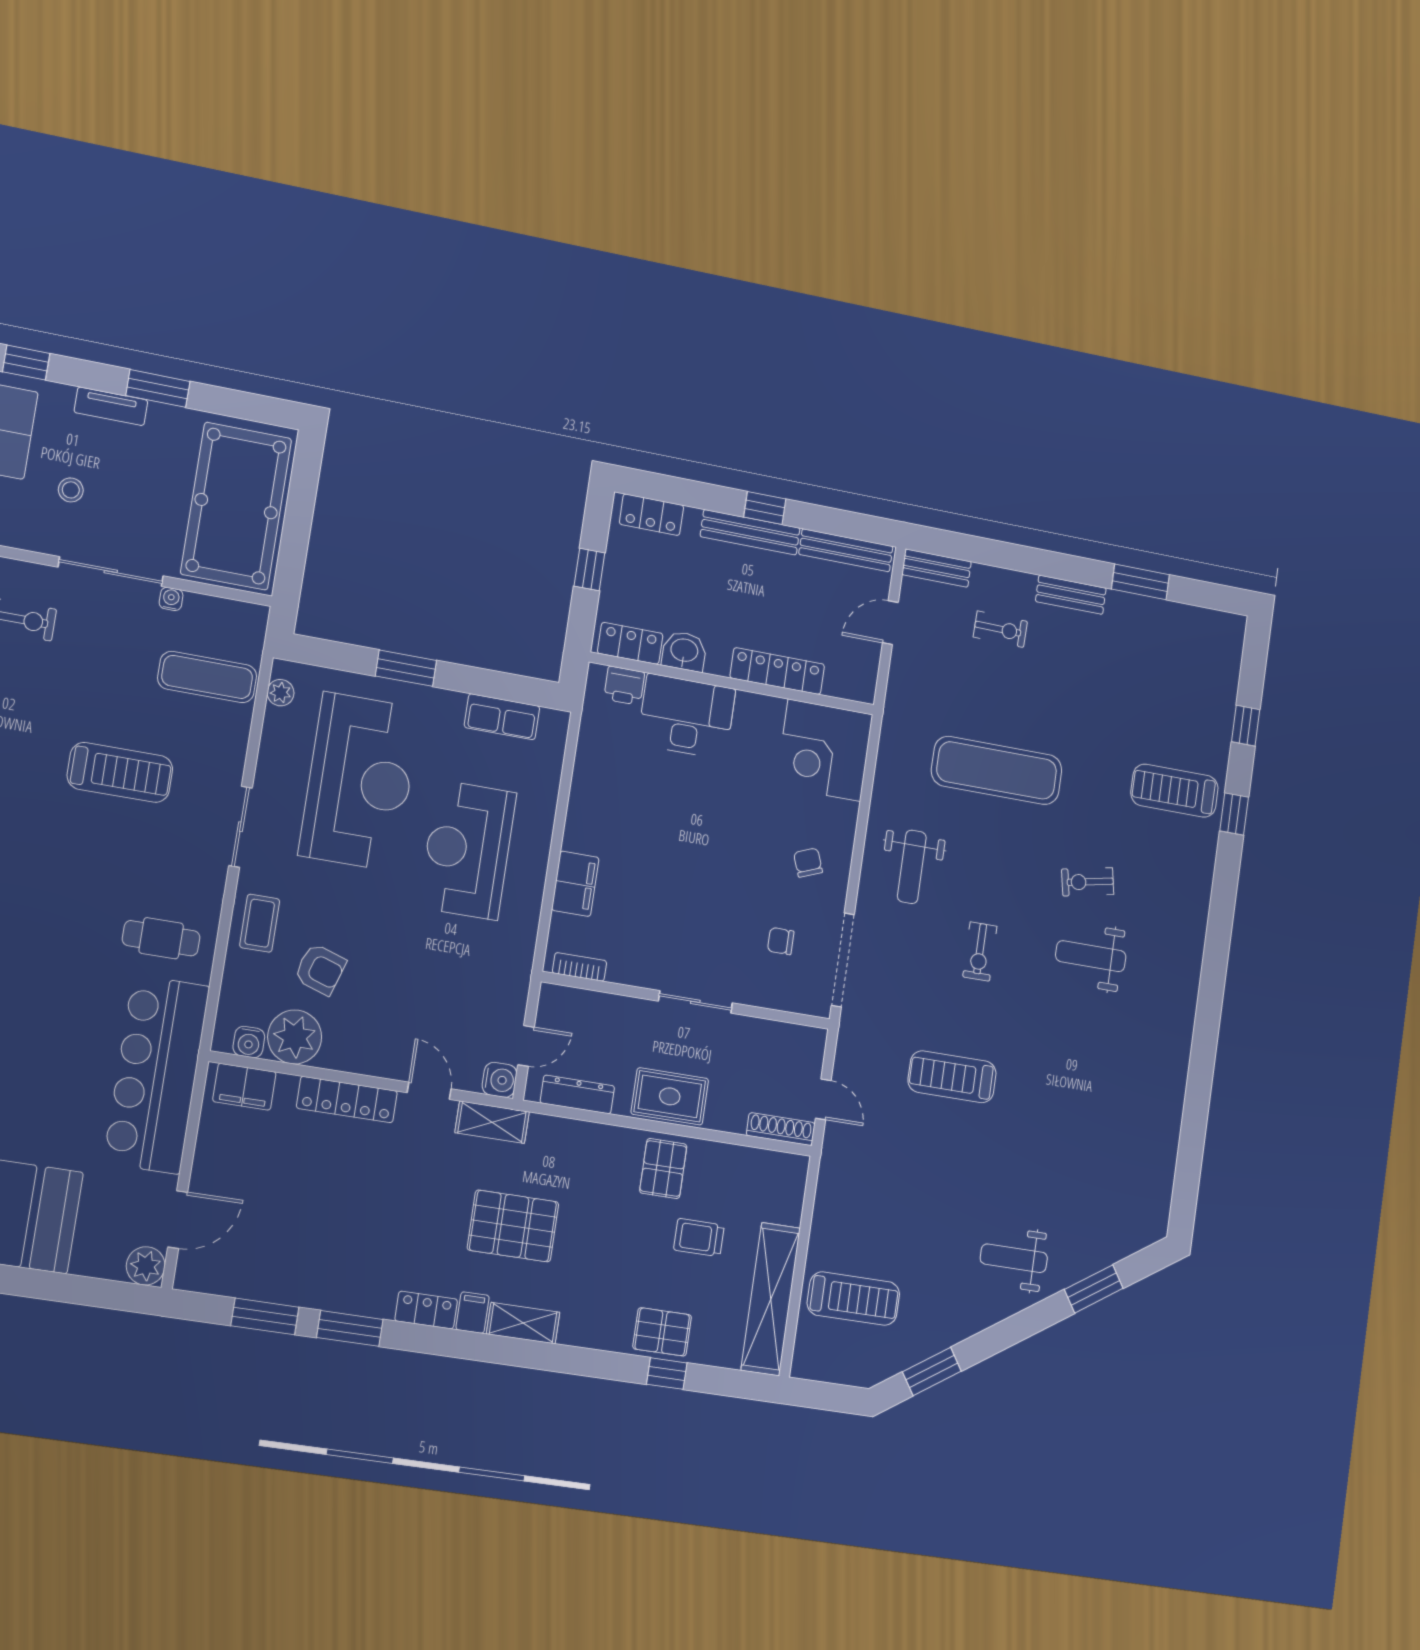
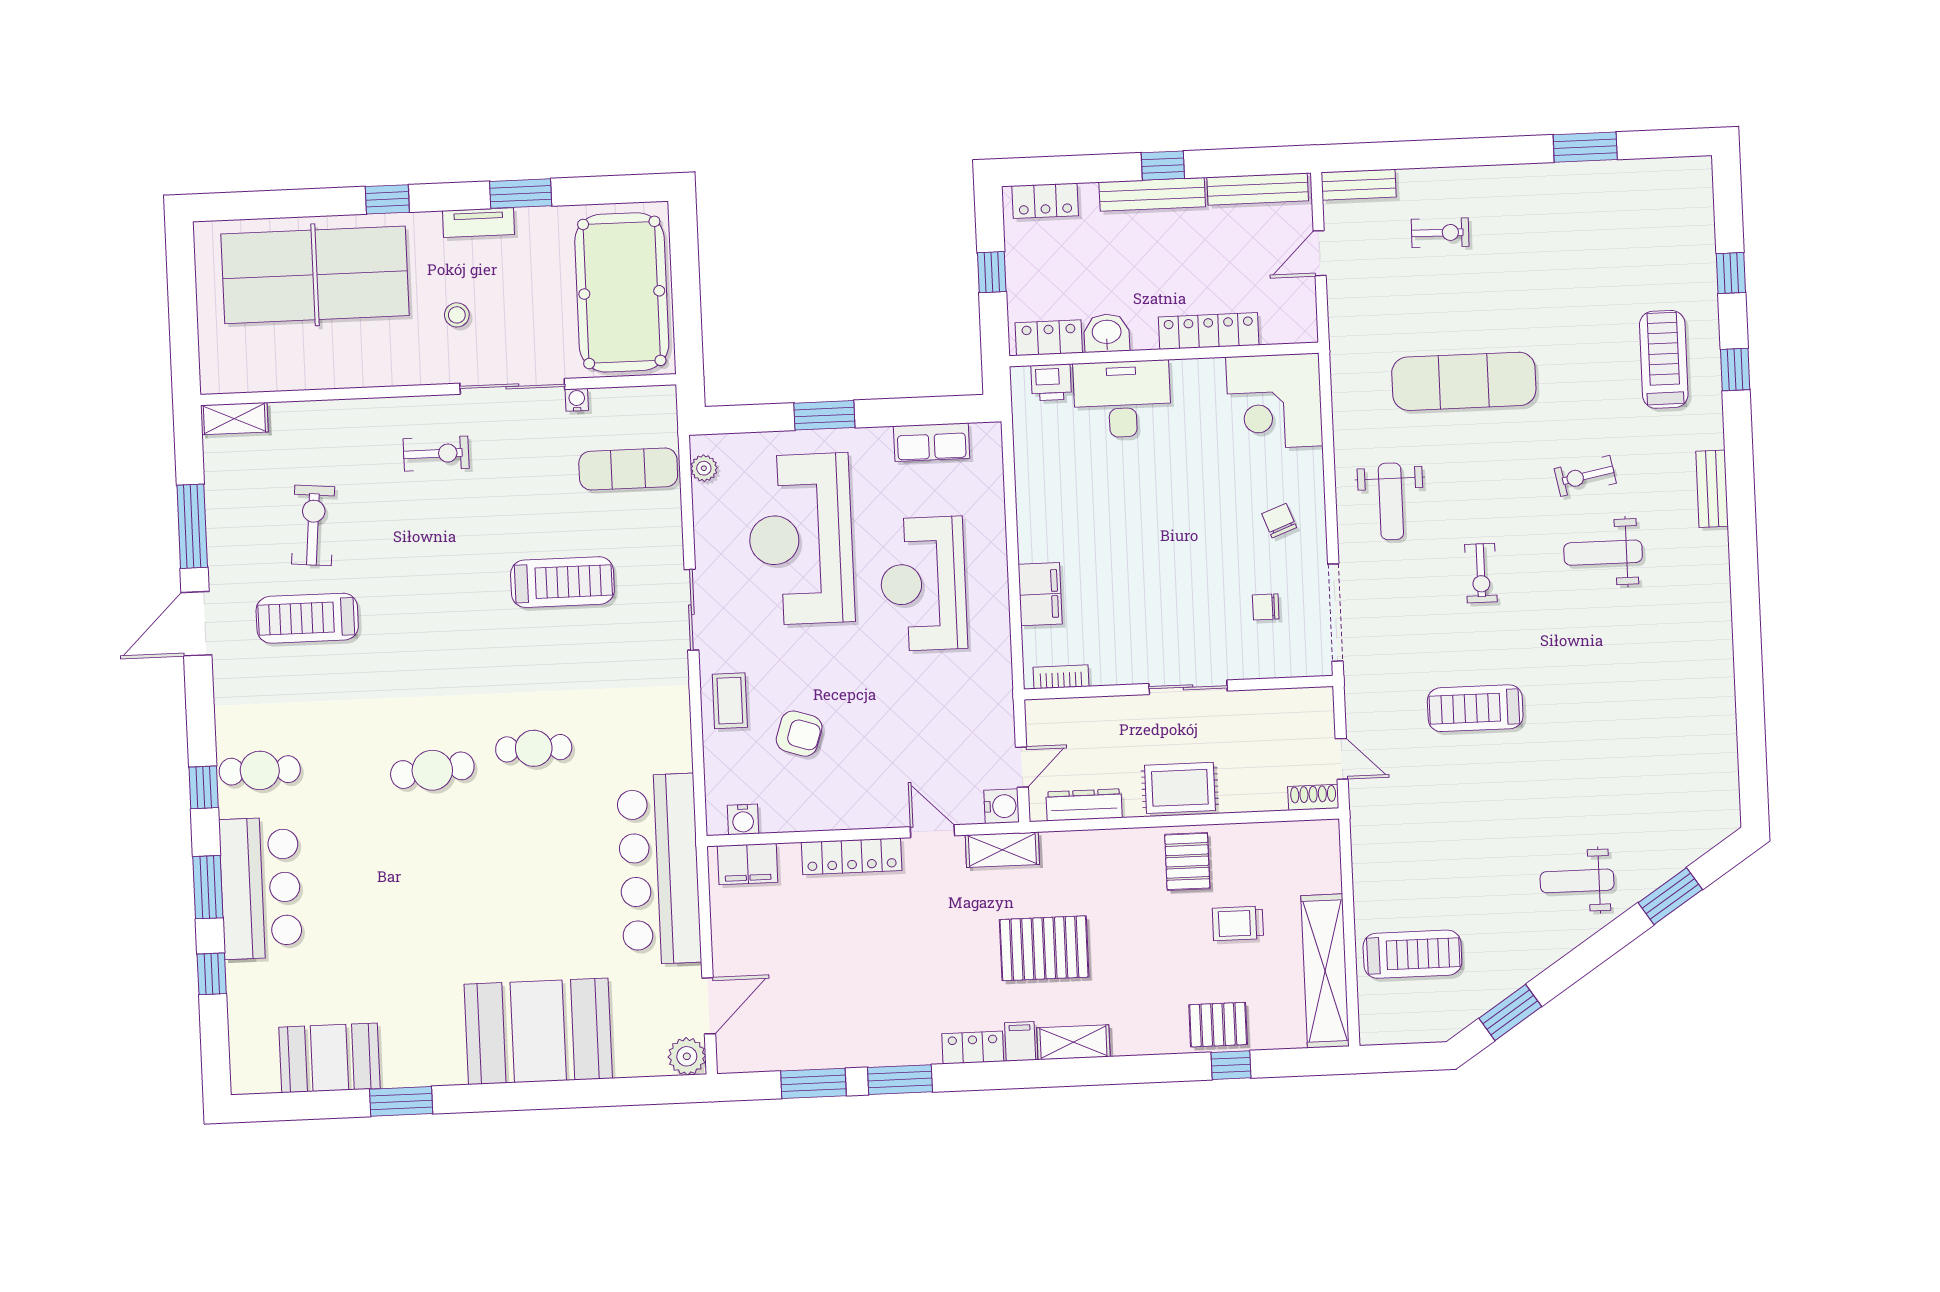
bench: (1071, 595) -> (1712, 489), moved, turned 90
reception desk: (360, 782) -> (801, 539), turned 180
treadmill: (1174, 791) -> (1664, 359), turned 90
cafe table: (161, 938) -> (534, 748), moved
plant: (295, 1037) -> (787, 805), removed
shoe rack: (781, 1129) -> (1313, 797), width x0.70

